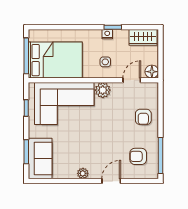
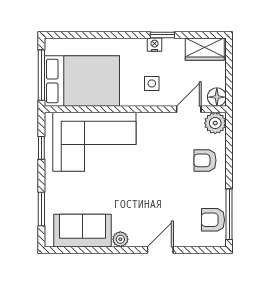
plant: (103, 90) -> (215, 123), moved
armchair: (143, 117) -> (205, 160), turned 90
armchair: (138, 156) -> (213, 220), moved
sofa: (40, 159) -> (82, 231), moved, turned -90

